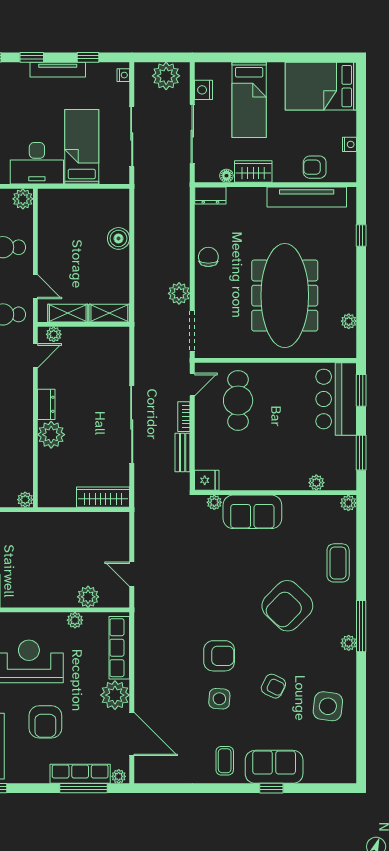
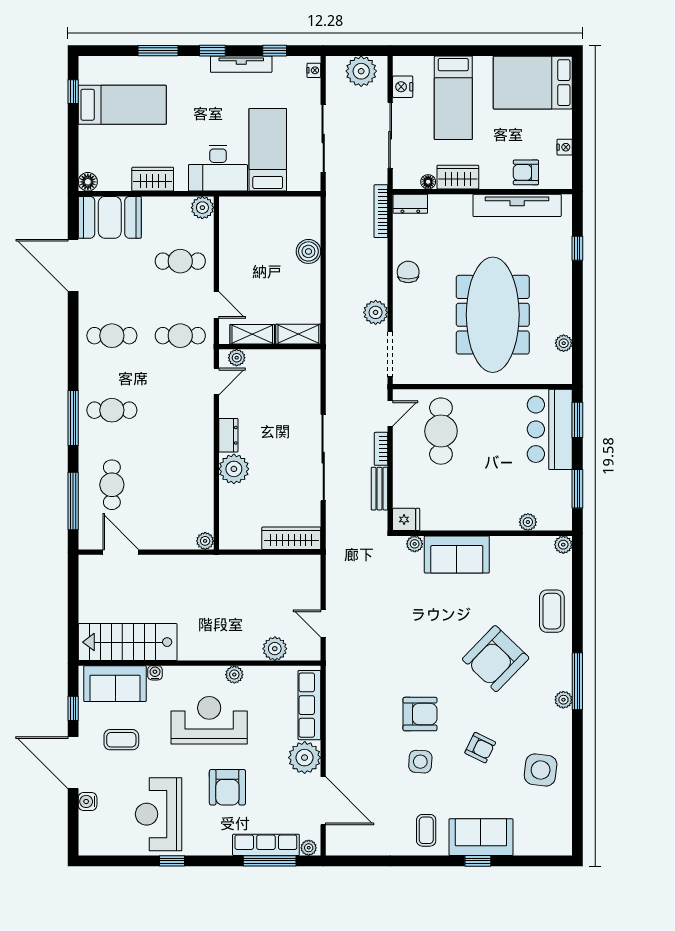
bookcase: (184, 202) -> (381, 211), added
plant: (75, 620) -> (234, 675), moved

